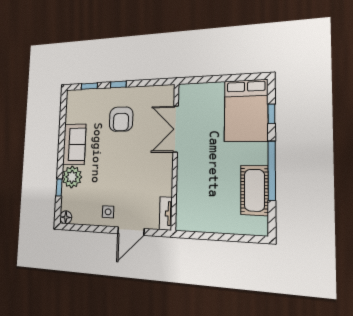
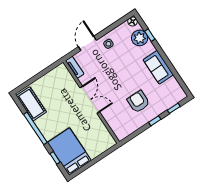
double door: (176, 129) -> (90, 100), moved
plant: (72, 177) -> (140, 38), moved
cot: (254, 190) -> (31, 104), moved

